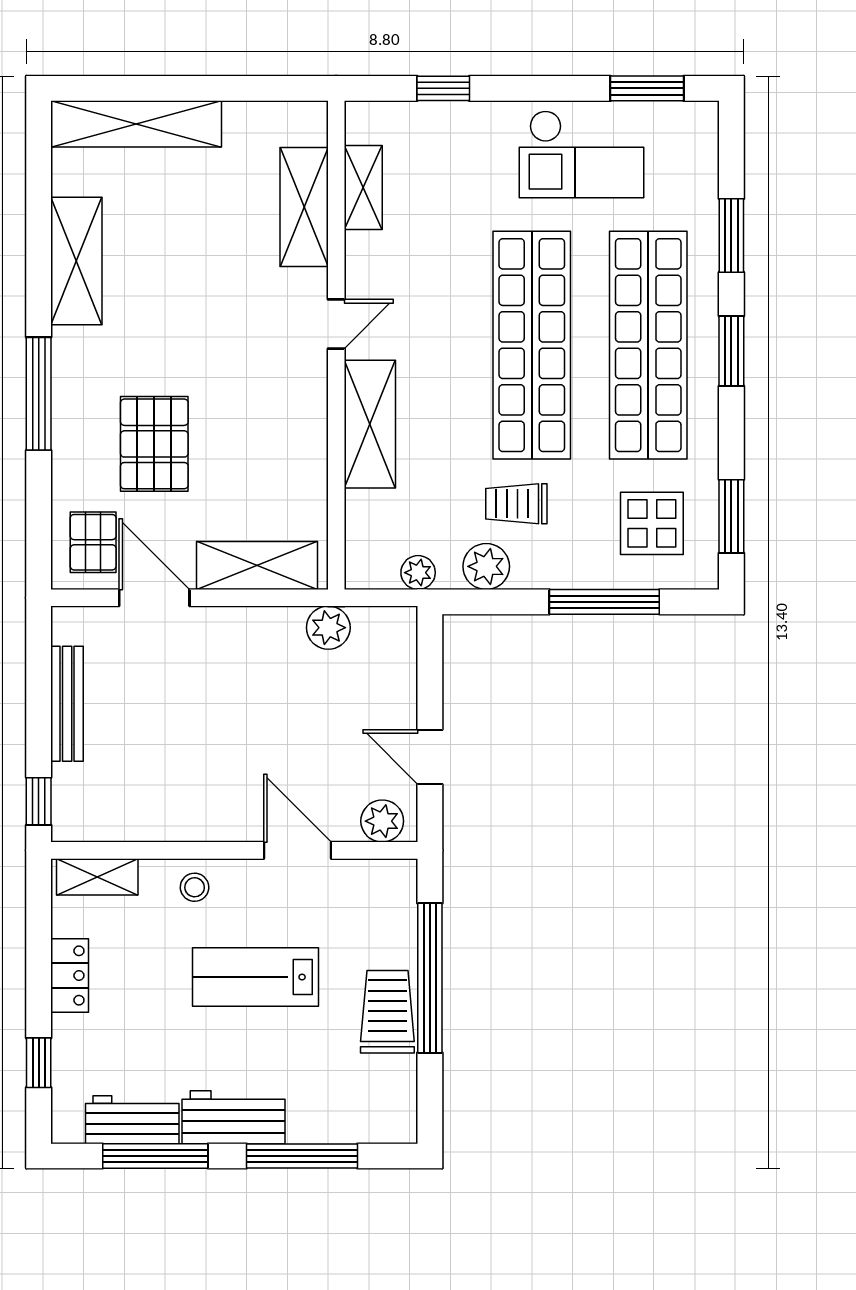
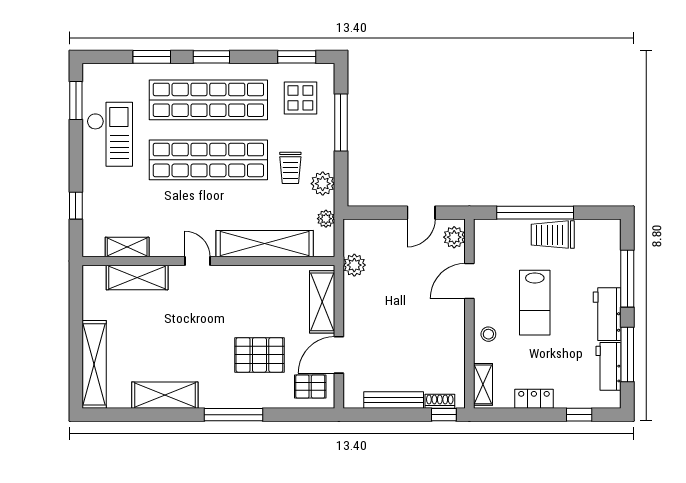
shelving: (370, 424) -> (265, 244), width x1.47
shoe rack: (65, 793) -> (440, 401), added

